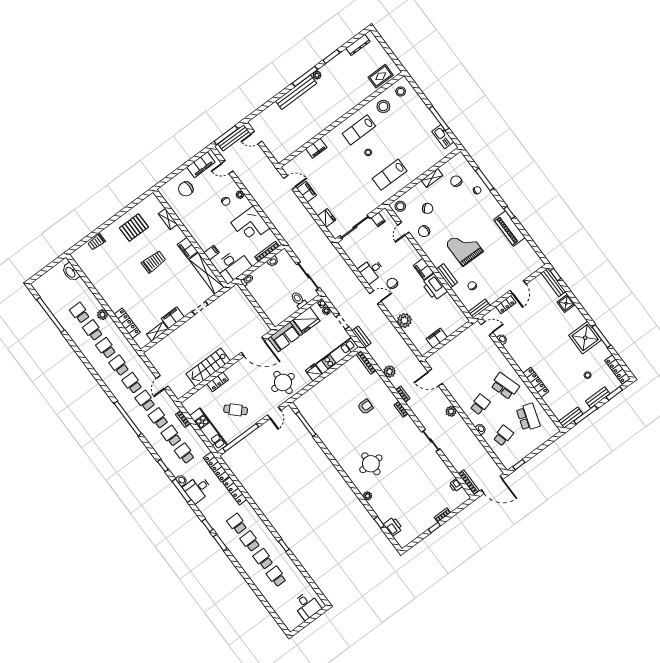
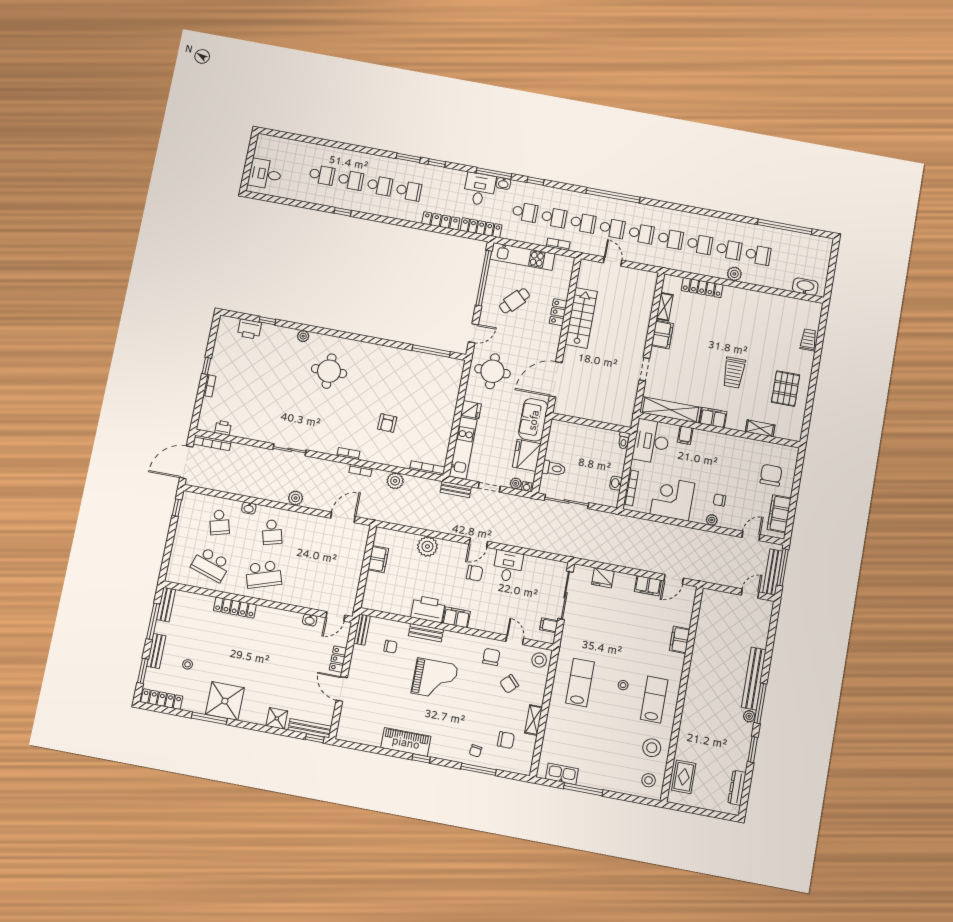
door: (274, 413) -> (473, 333), swing flipped

